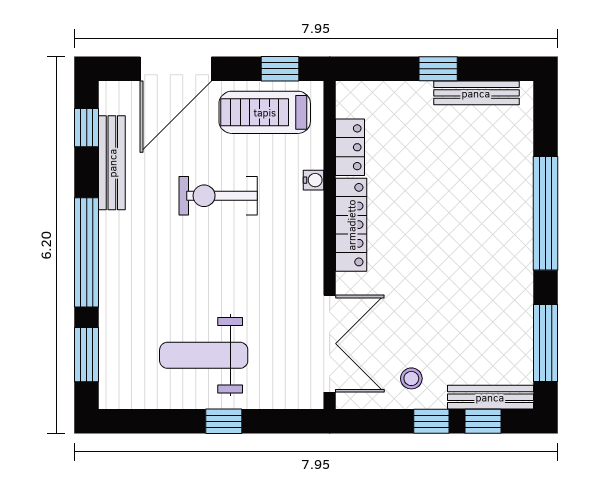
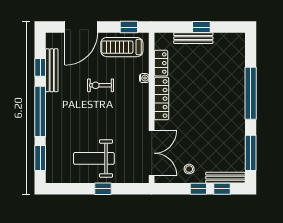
bench: (476, 93) -> (193, 38), moved
window: (87, 128) -> (40, 67), moved
exercise bike: (218, 196) -> (100, 85), width x0.73, depth x0.72

